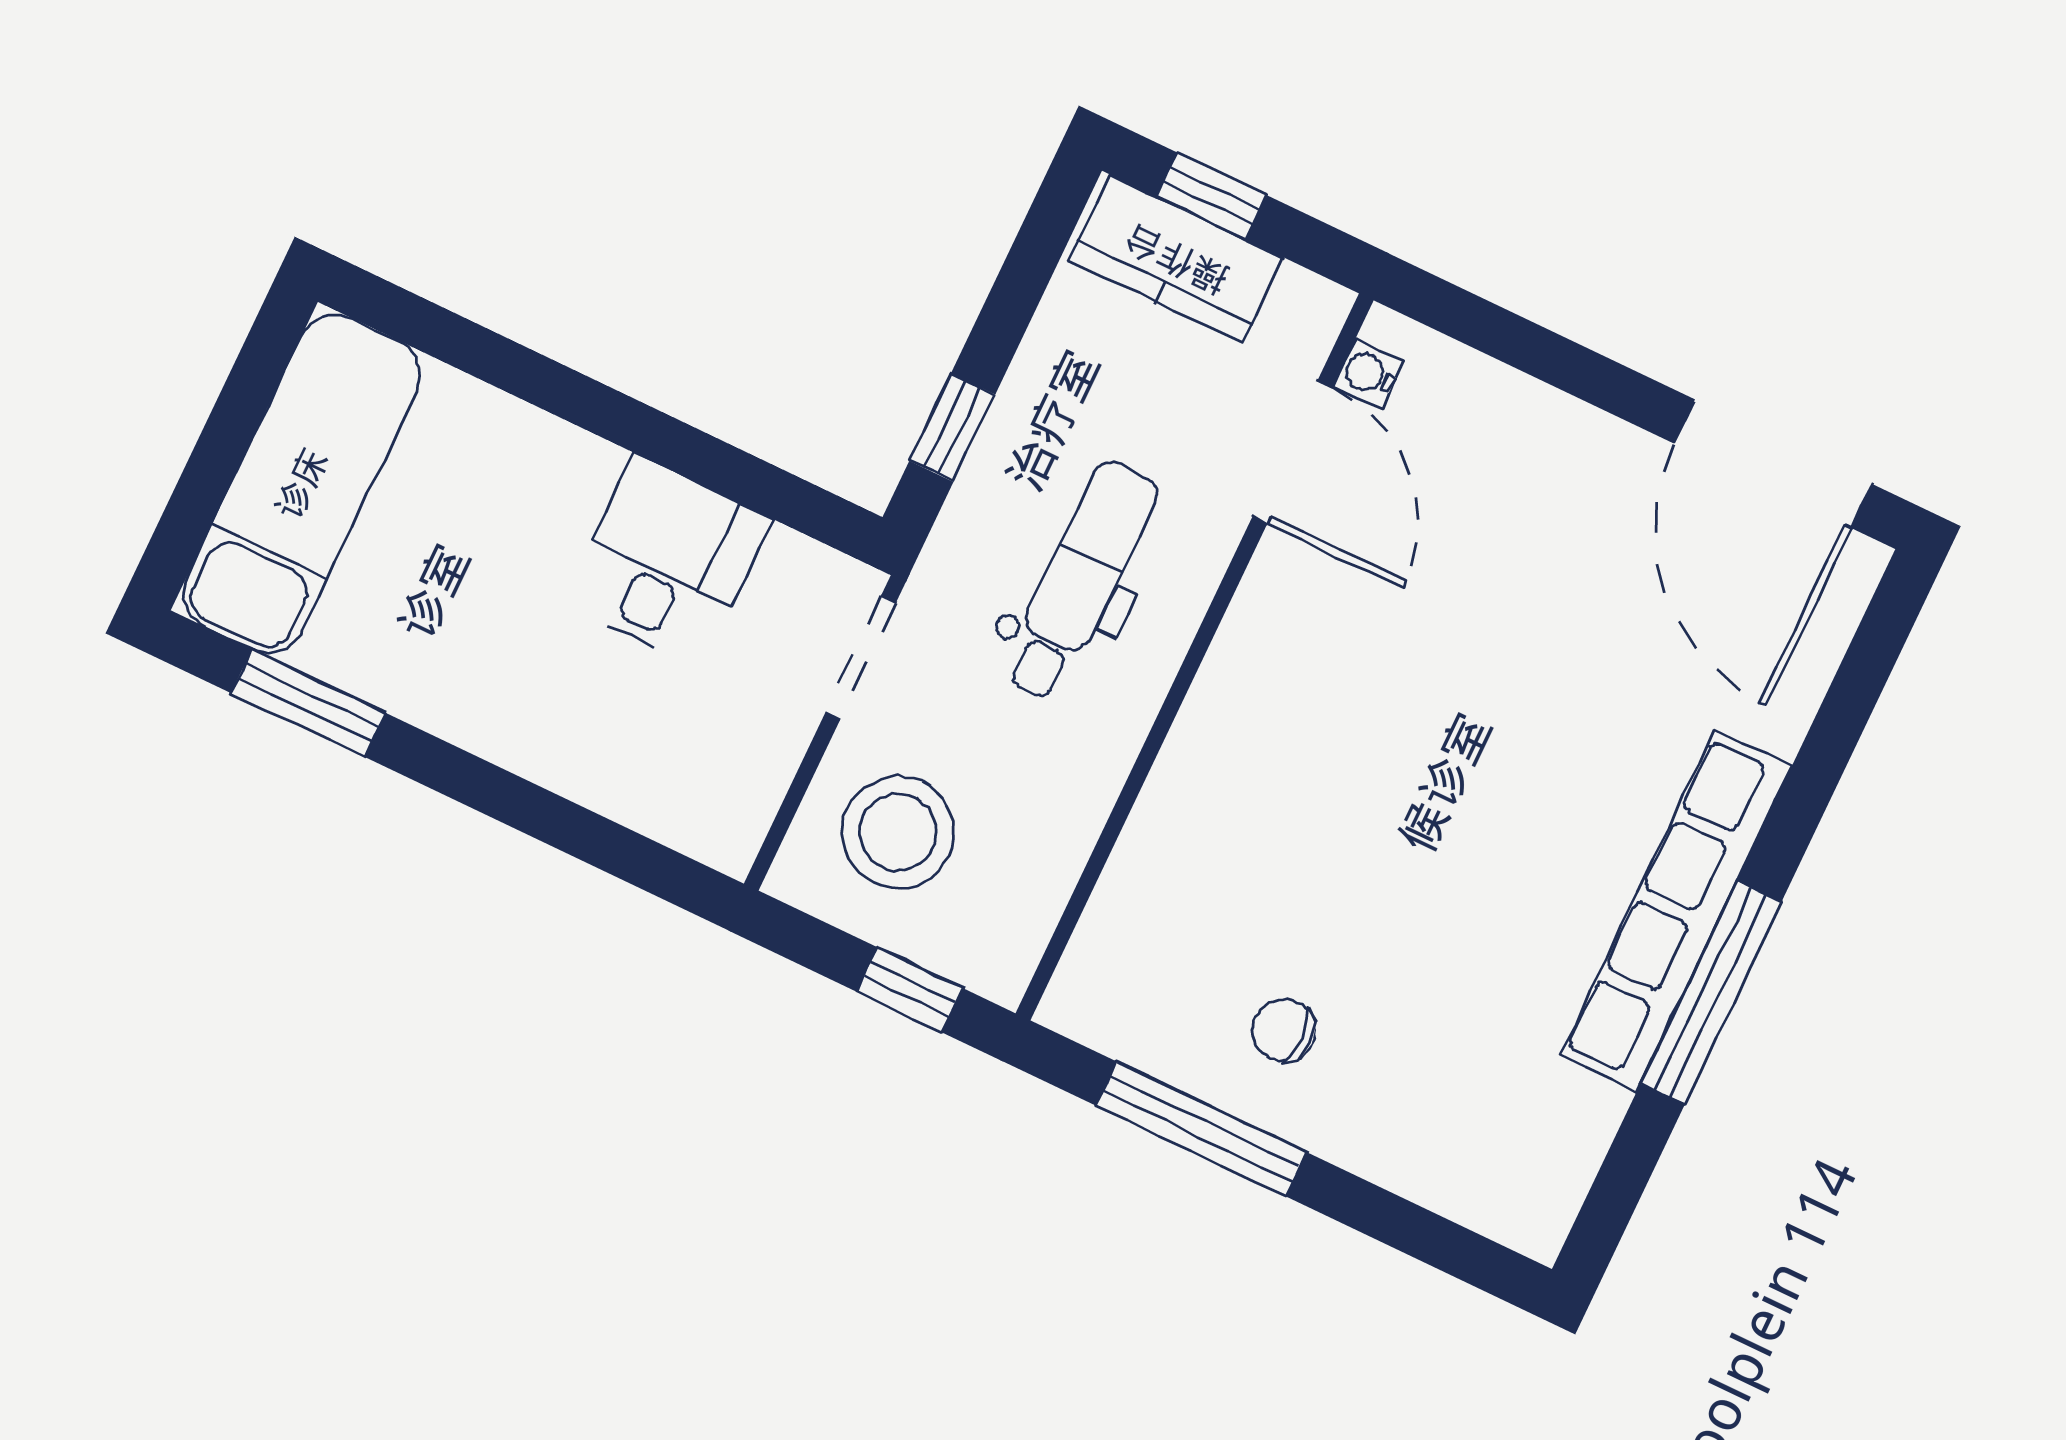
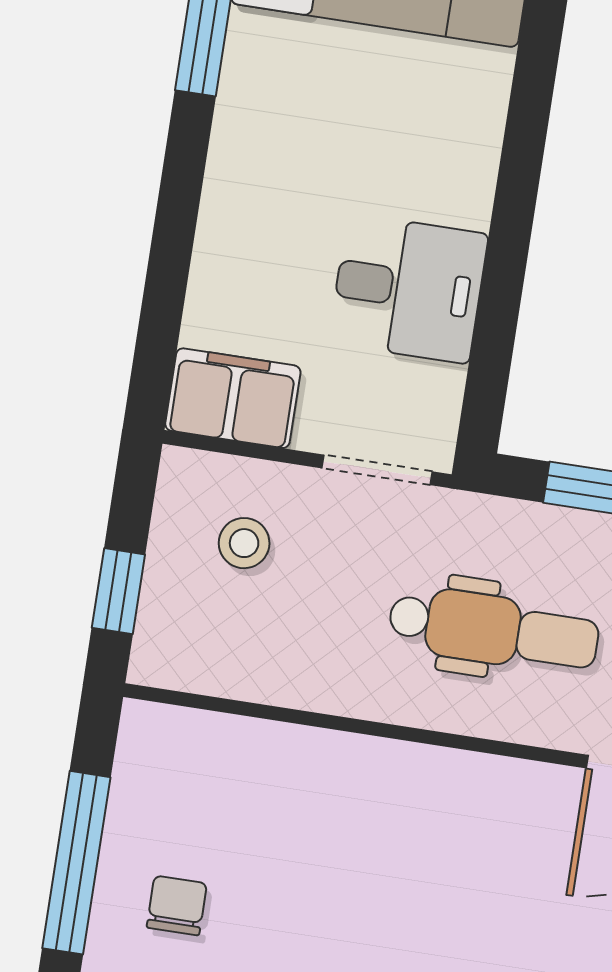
filing cabinet: (731, 796) -> (233, 398), added
stool: (898, 832) -> (244, 543), width x0.53, depth x0.53

